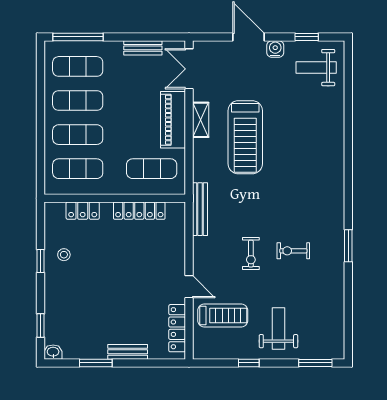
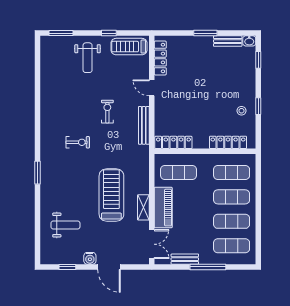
window: (78, 37) -> (208, 267), moved
weight bench: (316, 68) -> (65, 225), moved
bench: (200, 209) -> (144, 125), moved
locker: (83, 211) -> (228, 142), width x1.53
locker: (139, 211) -> (173, 142), moved
window: (348, 246) -> (37, 173), moved
exercise bike: (293, 251) -> (78, 142), moved
treadmill: (223, 315) -> (129, 47), moved
bench: (128, 352) -> (228, 41), moved
window: (96, 363) -> (205, 33), moved

